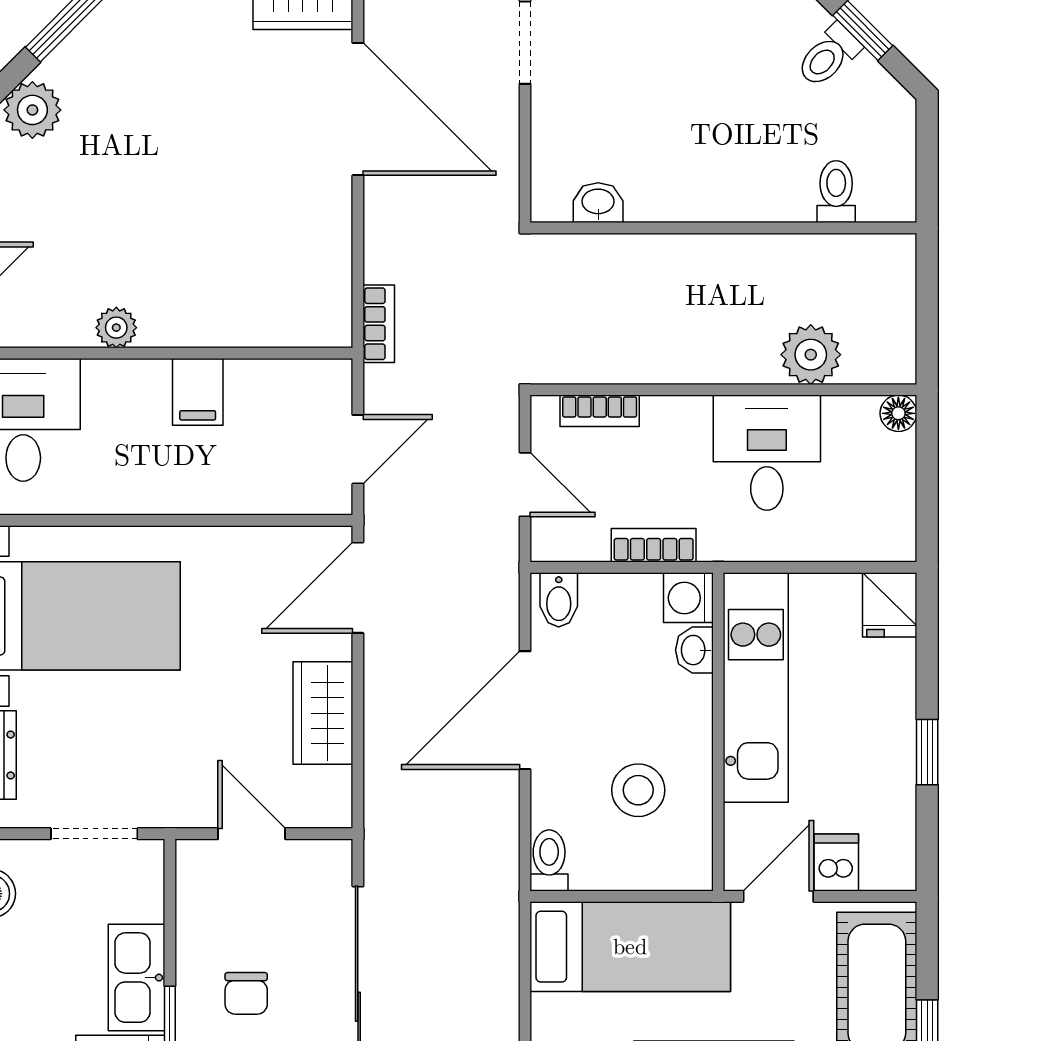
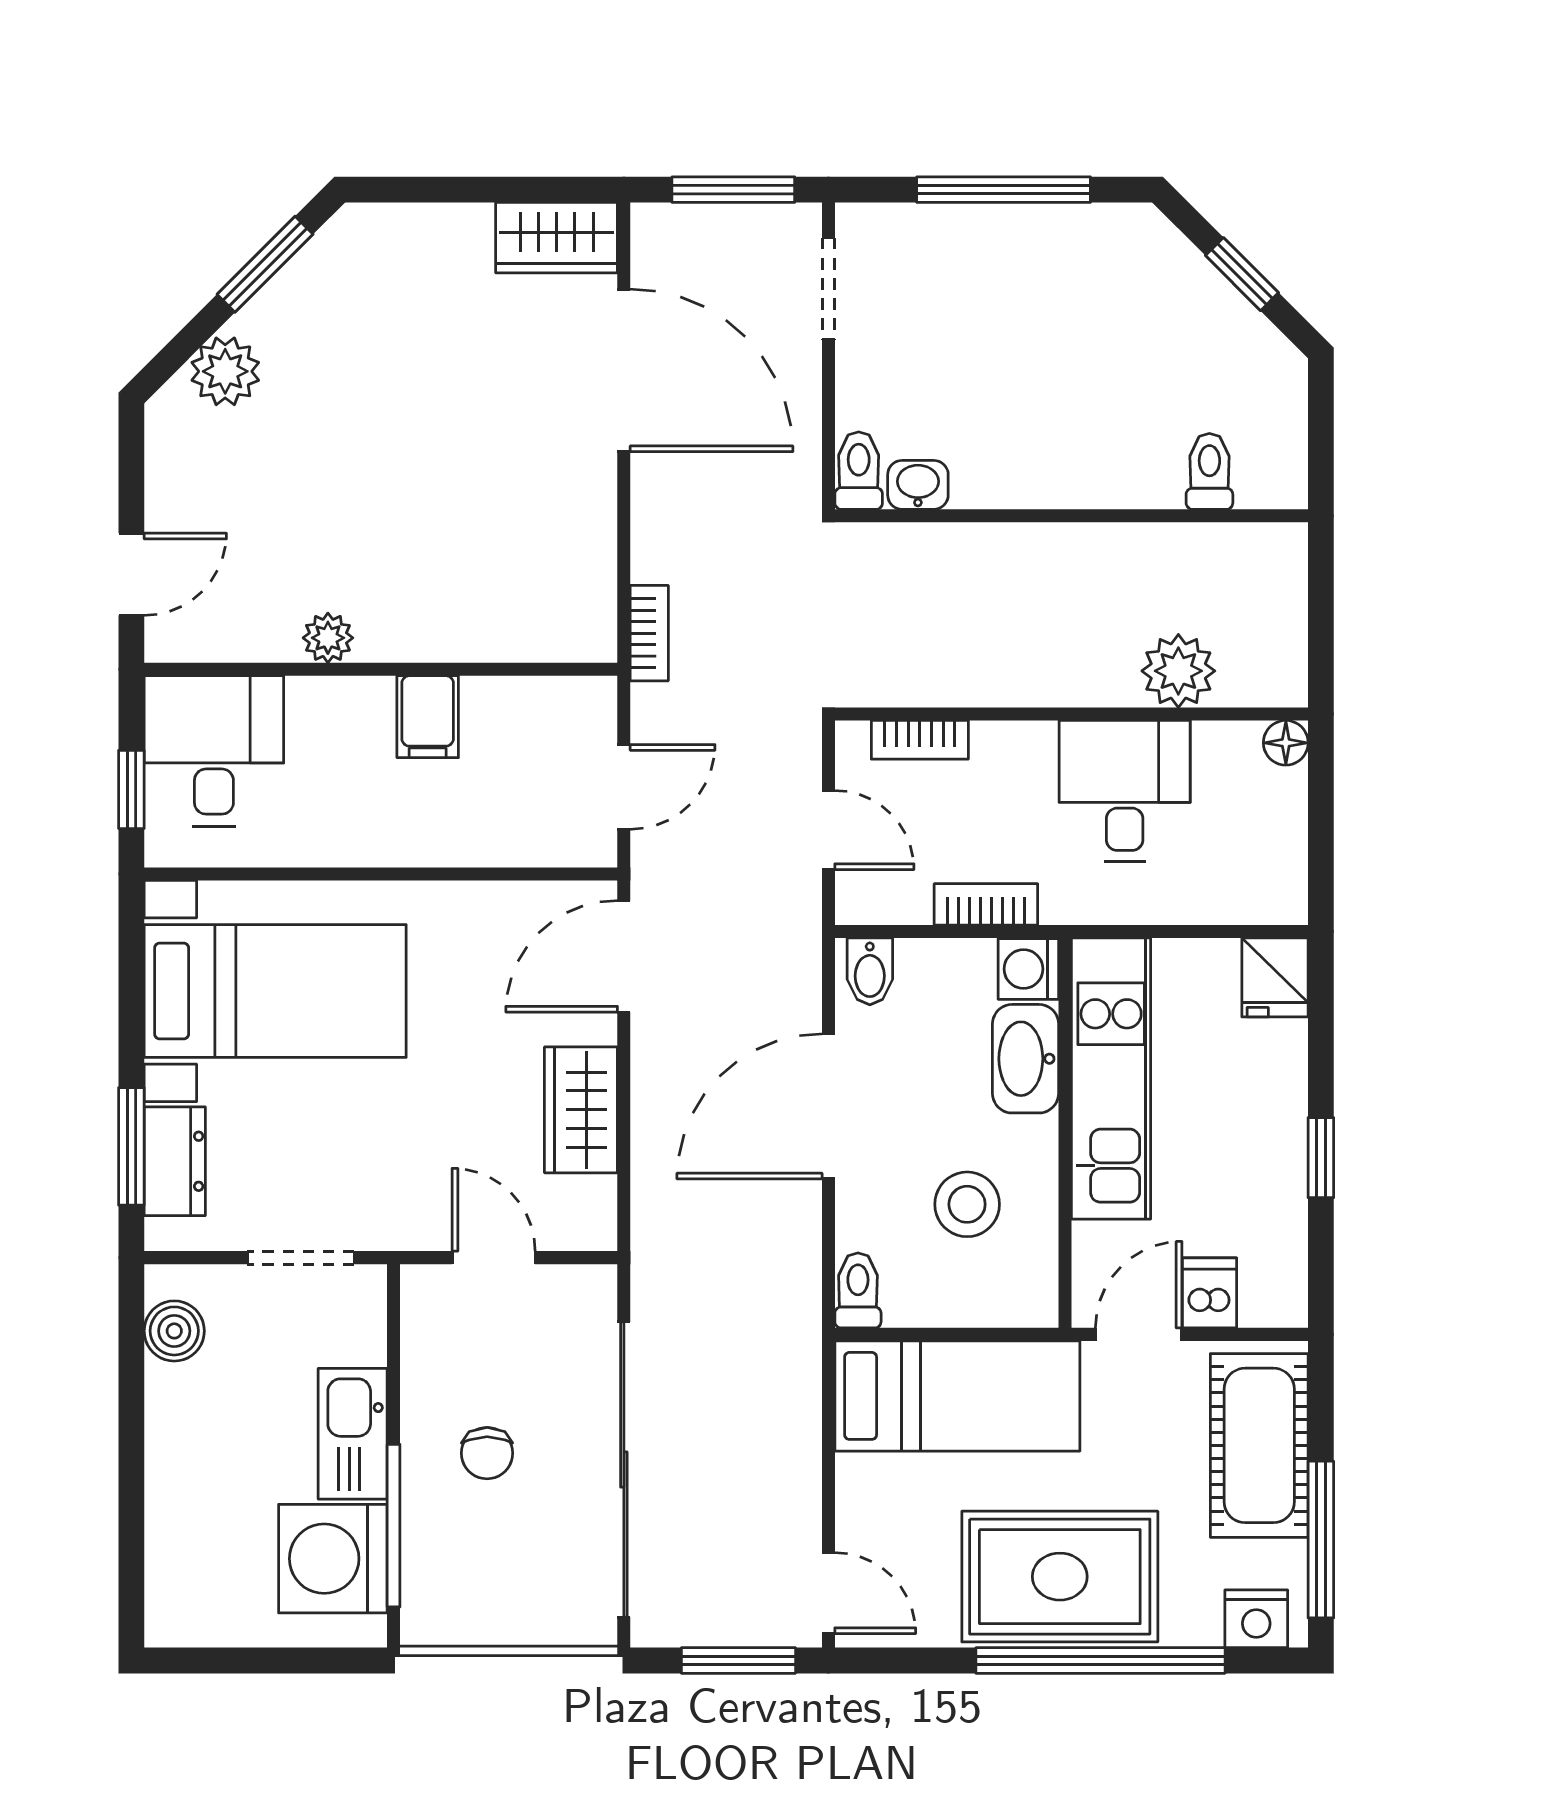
toilet: (828, 56) -> (859, 471), moved, turned 135
washbasin: (694, 650) -> (1026, 1059), width x1.91, depth x1.45

